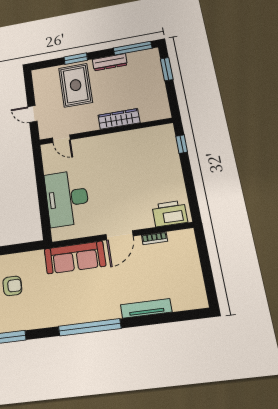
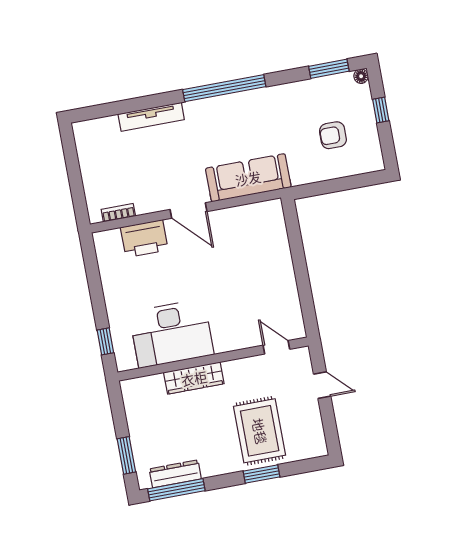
dresser: (110, 62) -> (175, 474), moved
desk: (67, 198) -> (171, 333), moved, turned 90
printer: (170, 214) -> (144, 239), moved
door: (119, 235) -> (188, 211), swing flipped
bookcase: (154, 238) -> (118, 213), moved

